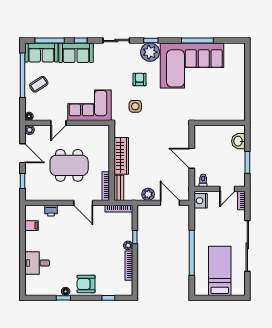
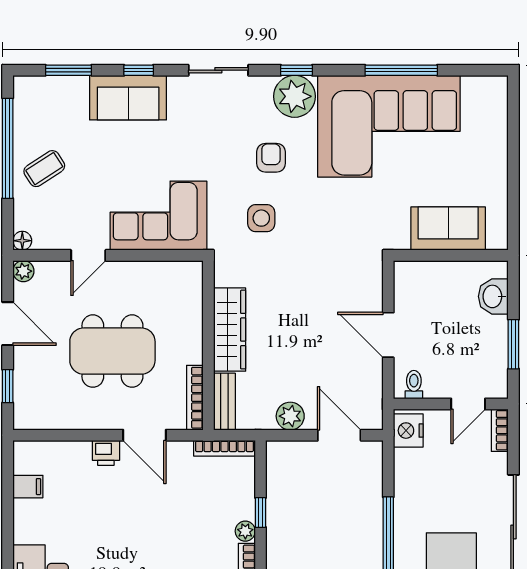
window: (50, 41) -> (68, 70), width x0.69
sofa: (41, 52) -> (448, 229), moved, turned 180
printer: (51, 211) -> (106, 453), moved

